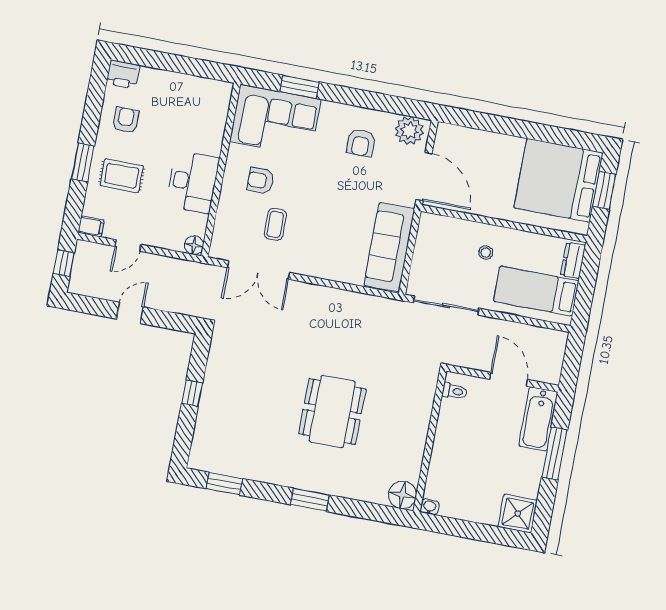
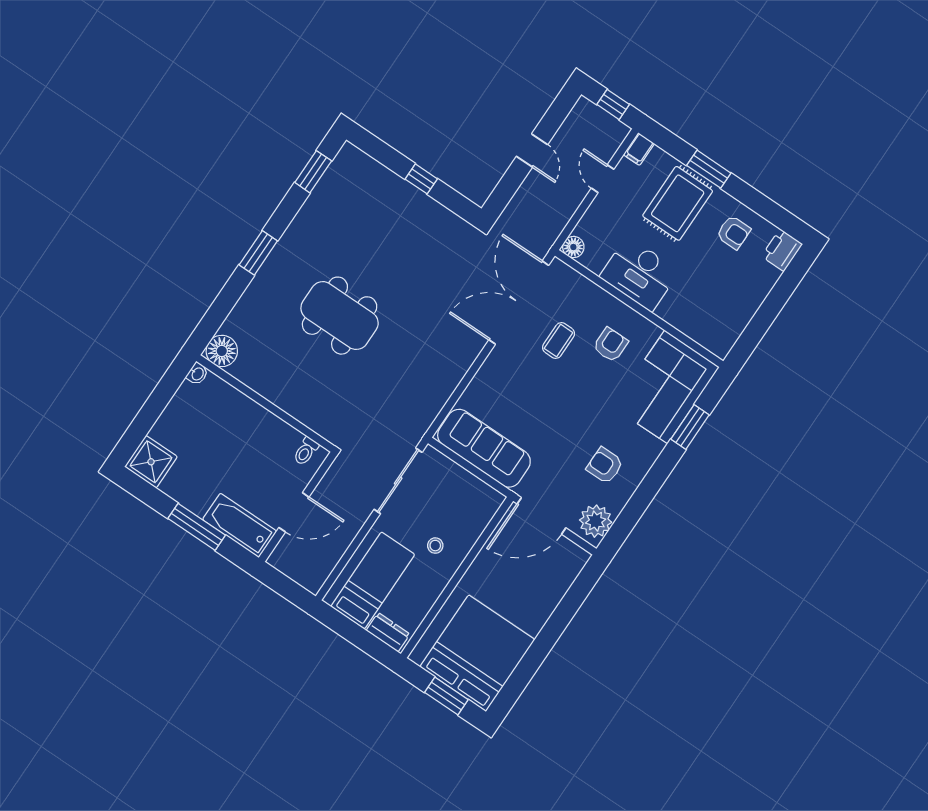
rug: (122, 176) -> (678, 203), width x1.36, depth x1.43
coffee table: (275, 224) -> (559, 341), turned 90
double door: (258, 270) -> (519, 303), width x1.36

